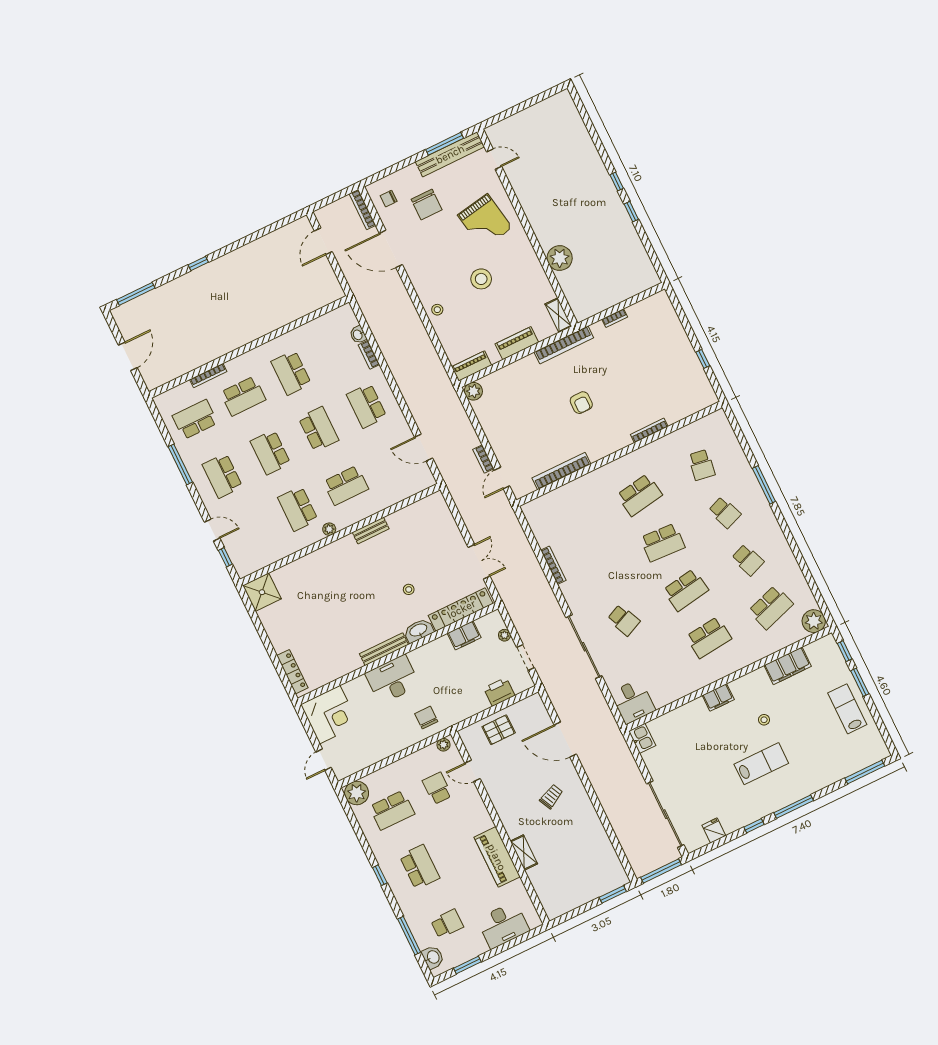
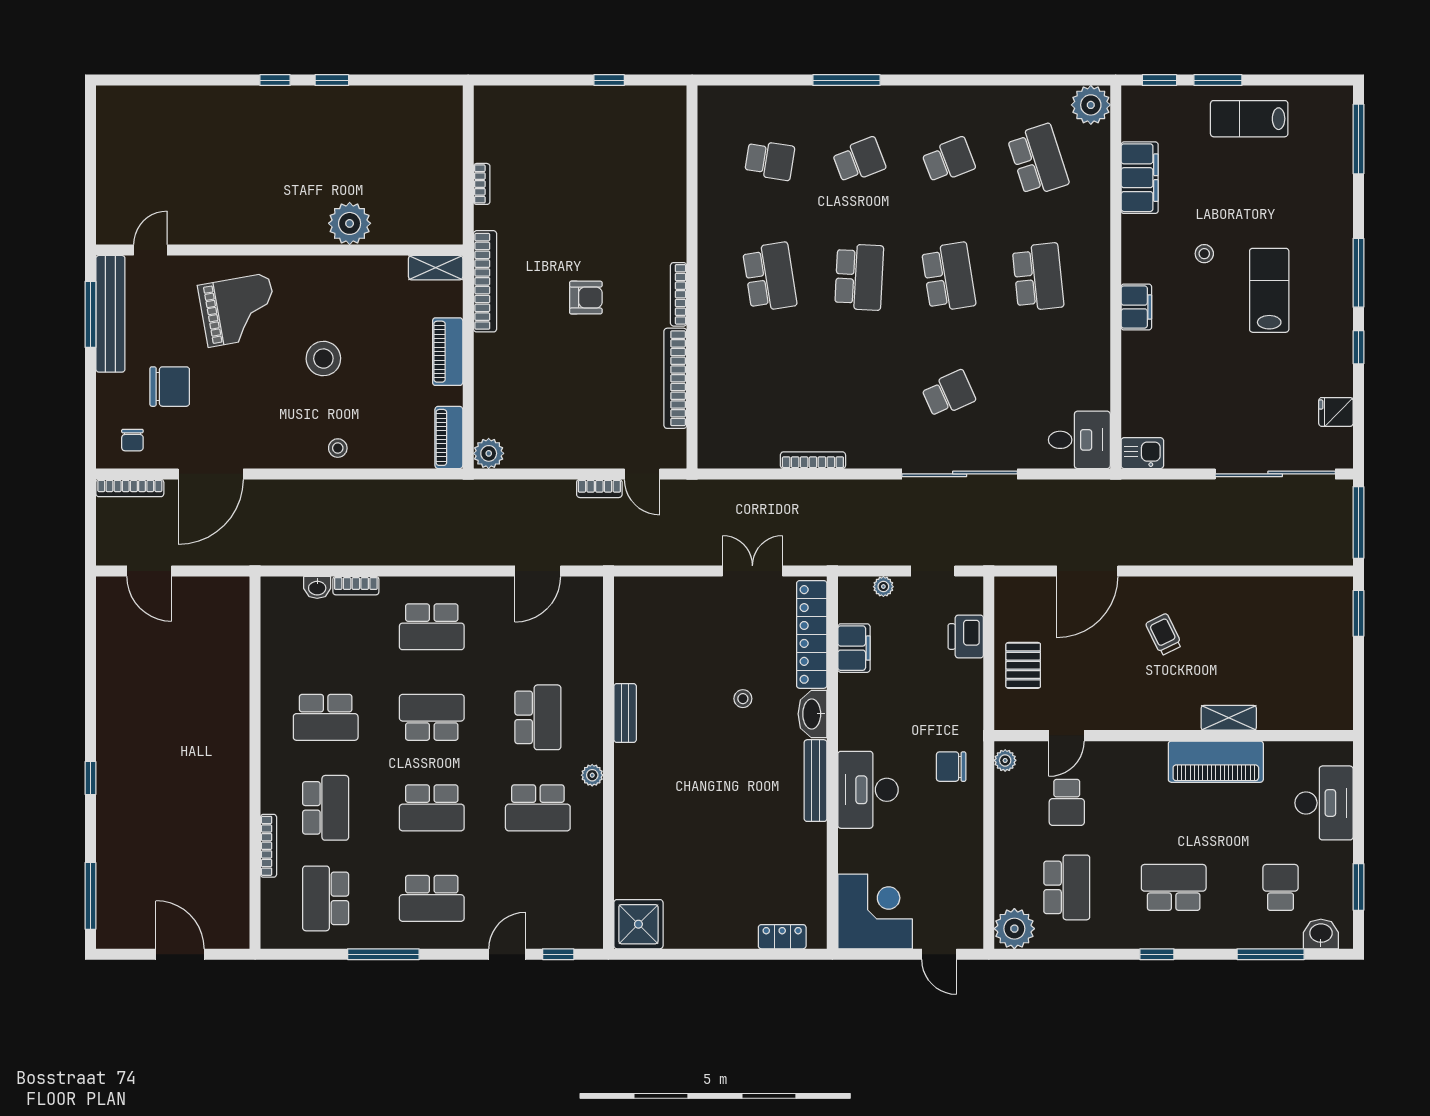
bookcase: (649, 430) -> (679, 294), moved
locker: (292, 672) -> (782, 937), width x0.66
school desk: (437, 788) -> (1067, 802), turned -90

